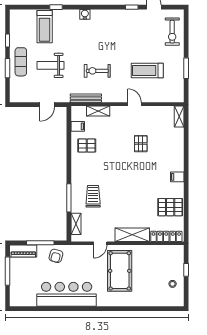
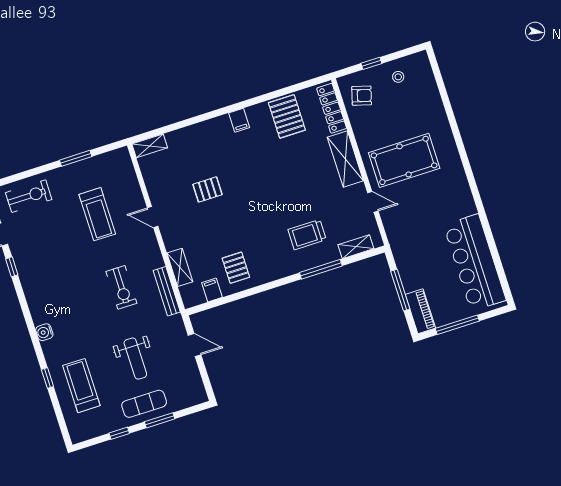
treadmill: (45, 27) -> (81, 386), turned -90
door: (135, 104) -> (153, 217), hinge flipped
armchair: (56, 256) -> (362, 96), moved
bar counter: (67, 294) -> (475, 263), moved

